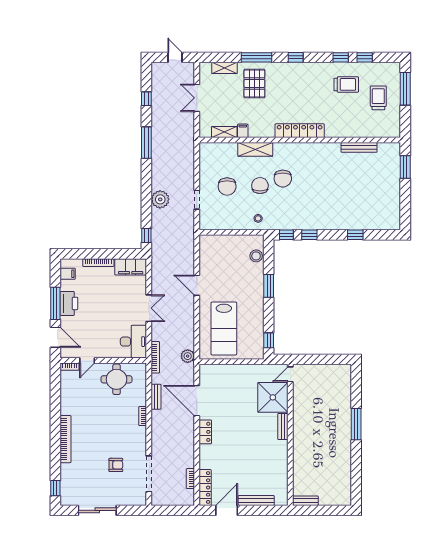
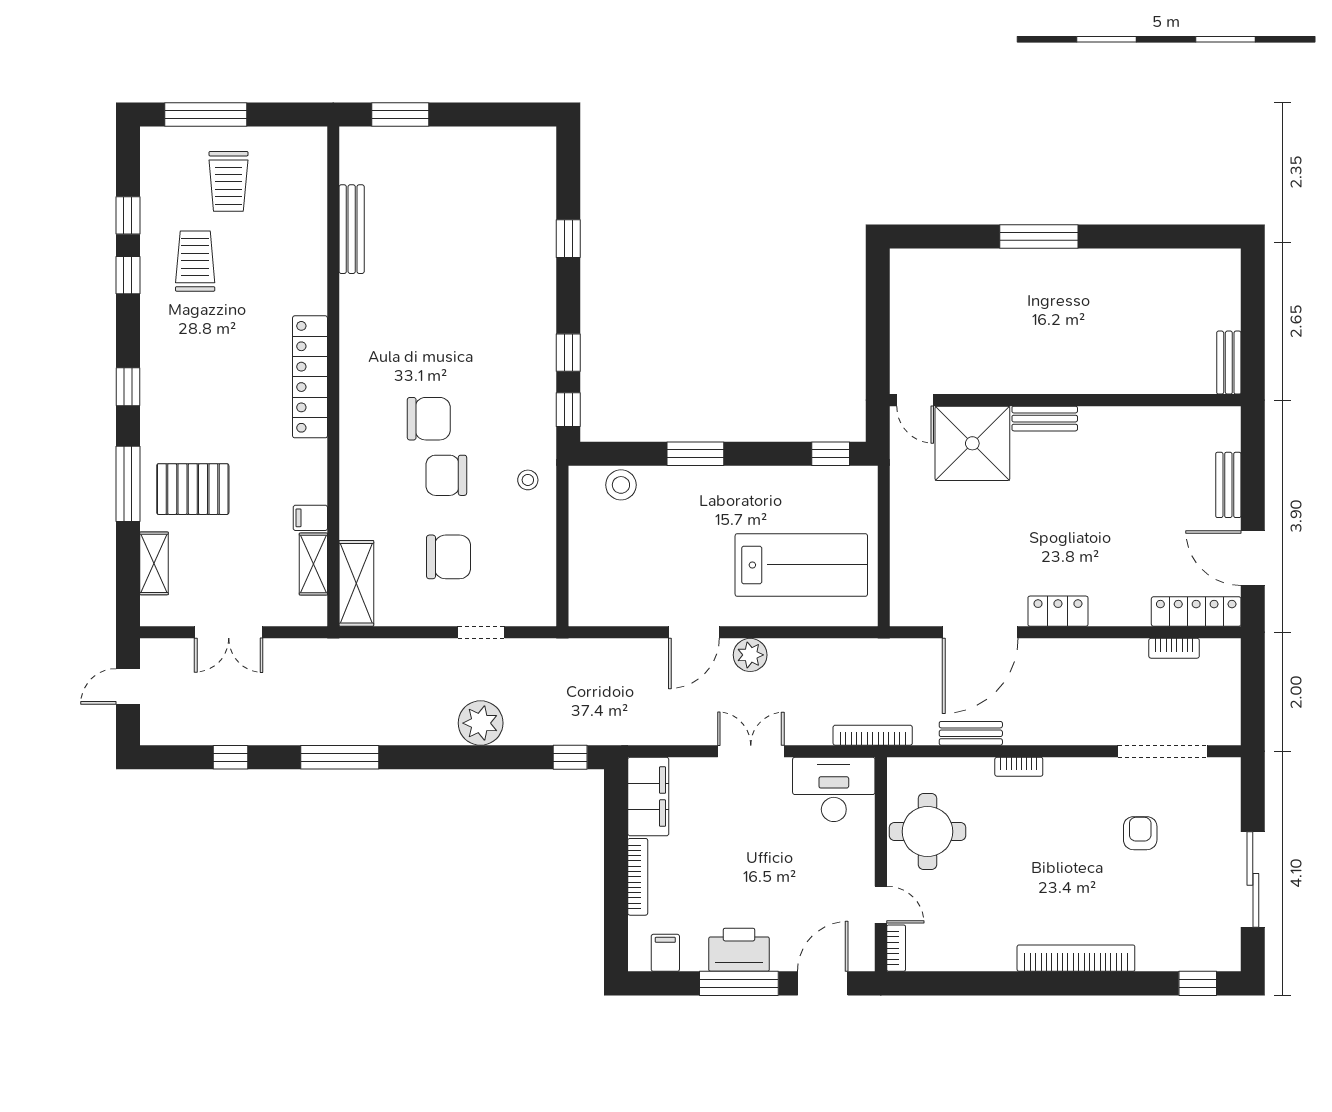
trolley: (378, 98) -> (228, 181), turned -90
shelving: (255, 149) -> (356, 583), moved
plant: (188, 356) -> (750, 655), moved
bench: (256, 500) -> (1228, 485), width x0.73

